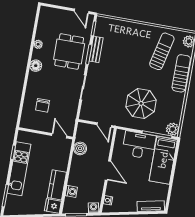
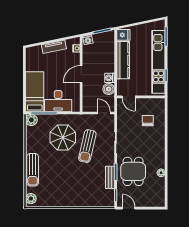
sun lounger: (162, 51) -> (87, 146), moved
floor lamp: (36, 66) -> (160, 154), removed
door: (104, 125) -> (104, 113), moved
kitchen unit: (19, 169) -> (158, 62), width x1.36
door: (108, 171) -> (81, 74), hinge flipped
kitchen counter: (57, 185) -> (123, 60), width x1.50
washing machine: (71, 191) -> (110, 78), moved
tv unit: (151, 206) -> (54, 47), moved

